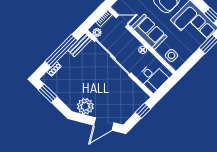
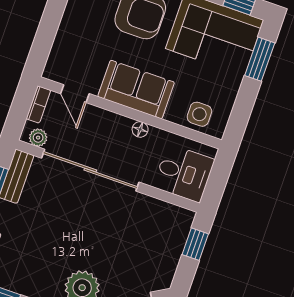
door: (122, 21) -> (75, 94), swing flipped

